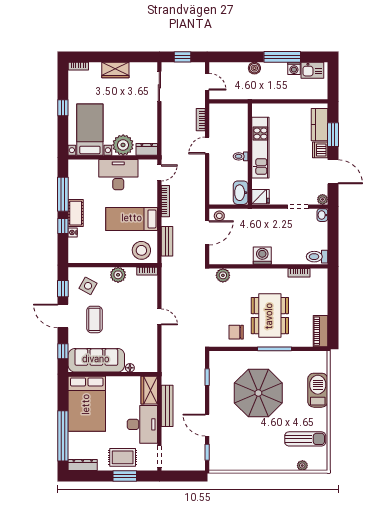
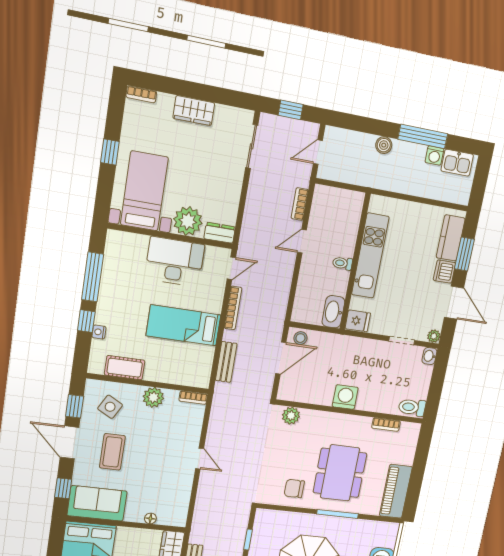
door: (207, 82) -> (318, 152), swing flipped
cot: (76, 213) -> (125, 368), moved, turned 90
stool: (141, 250) -> (190, 369), removed
piano: (321, 331) -> (396, 491), width x1.37, depth x1.33
sofa: (96, 360) -> (97, 503), width x0.73

